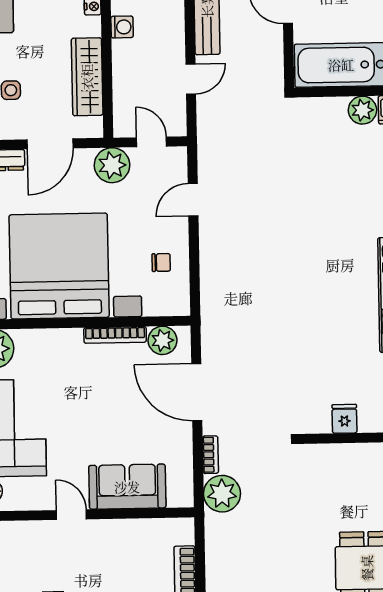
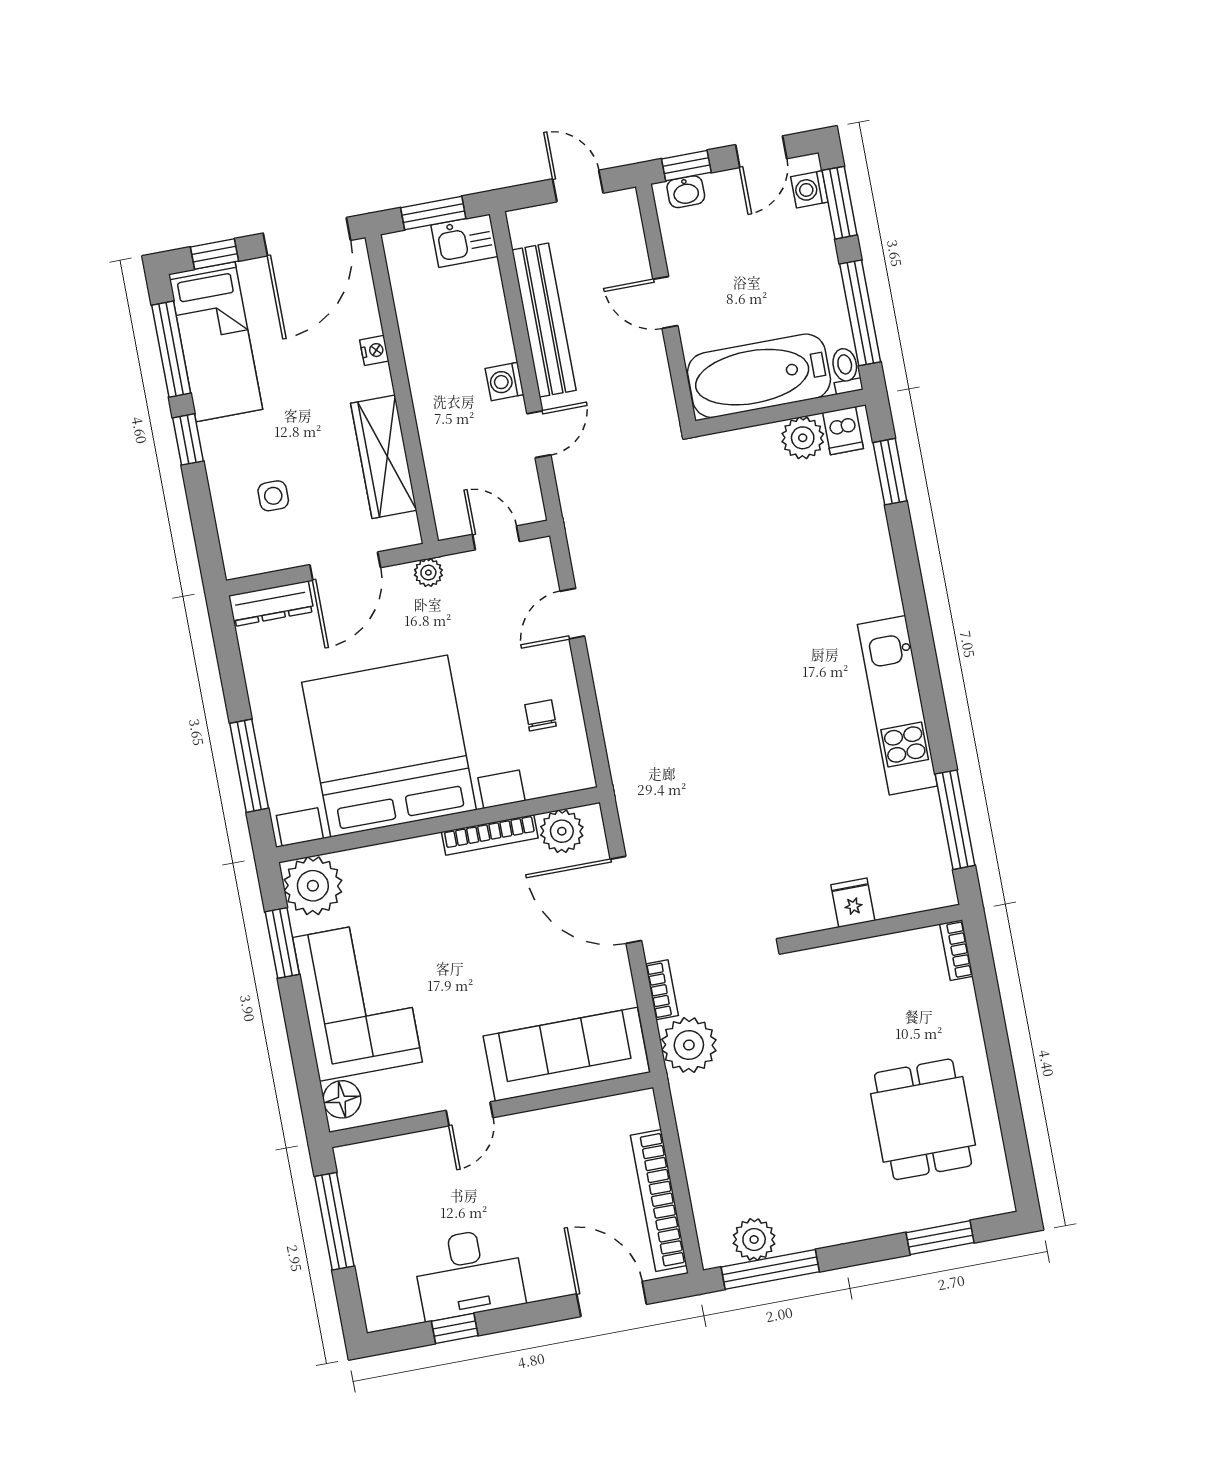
washing machine: (122, 27) -> (505, 381), moved, turned 180
plant: (112, 165) -> (428, 573), width x0.53, depth x0.53
chair: (161, 262) -> (540, 715), turned -90
sofa: (127, 487) -> (566, 1054), width x1.36
door: (71, 515) -> (469, 1114), swing flipped

